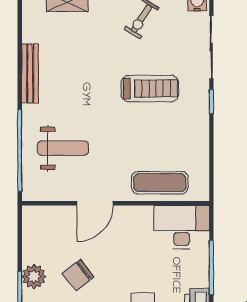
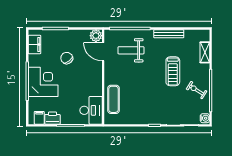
treadmill: (150, 88) -> (173, 71), moved
weight bench: (63, 148) -> (131, 50), turned 90
door: (95, 203) -> (103, 52), moved
plant: (34, 276) -> (96, 36), moved

